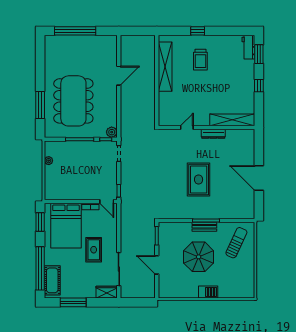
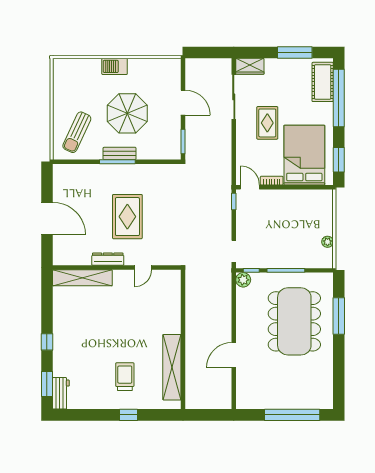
shelving: (232, 120) -> (82, 278), moved
door: (187, 128) -> (143, 268), moved
wall: (206, 128) -> (117, 268), moved
dresser: (213, 134) -> (108, 259), moved

